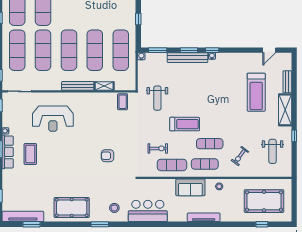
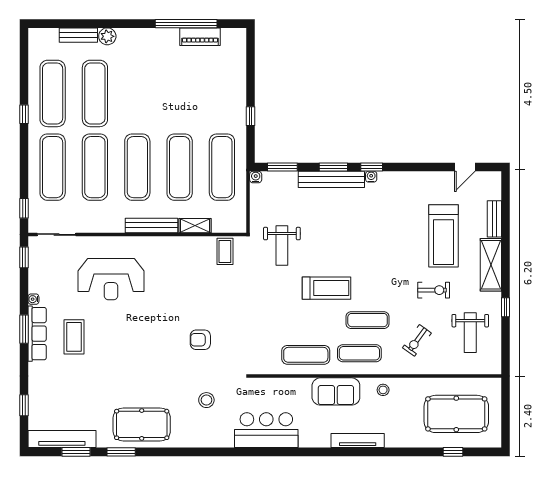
exercise bike: (158, 148) -> (434, 290), moved
stool: (114, 208) -> (206, 400), moved
window: (100, 224) -> (121, 452), moved

